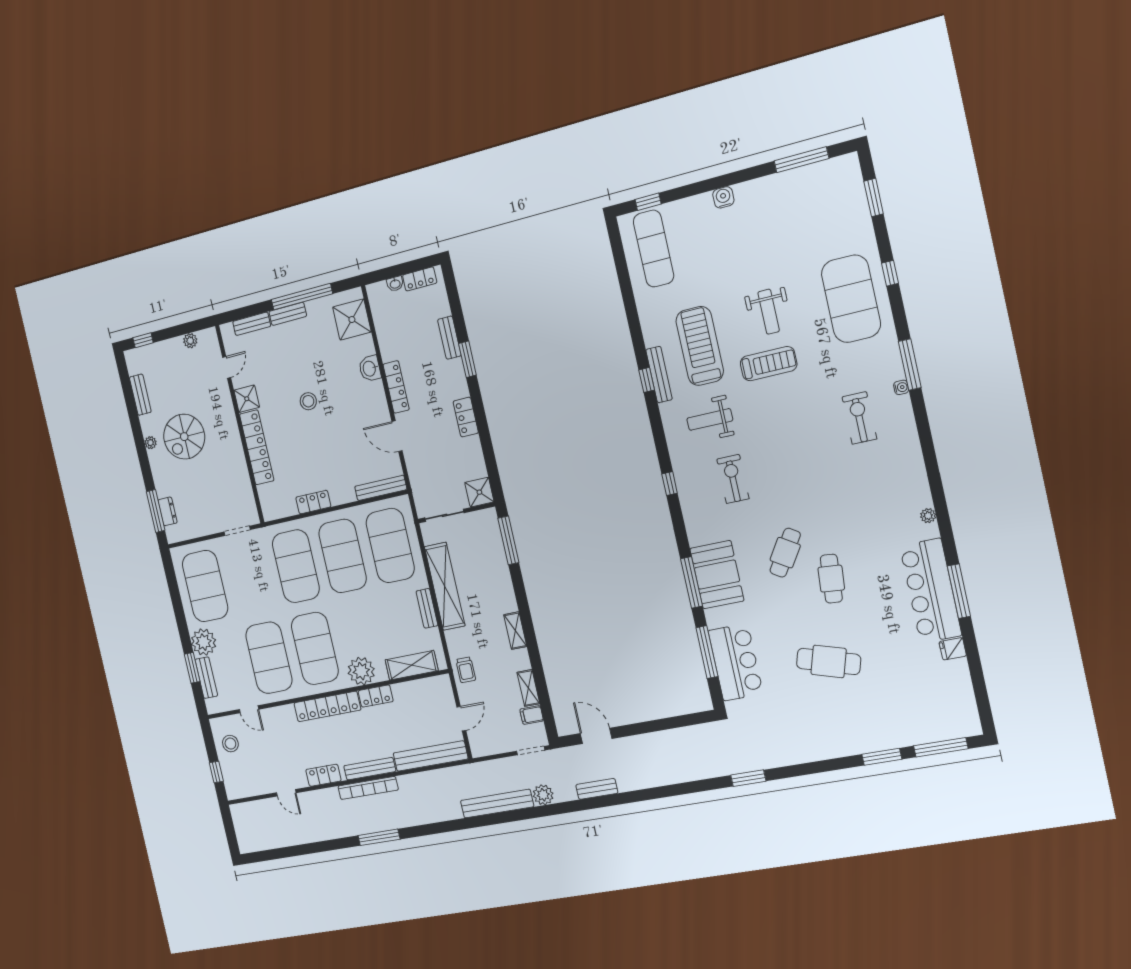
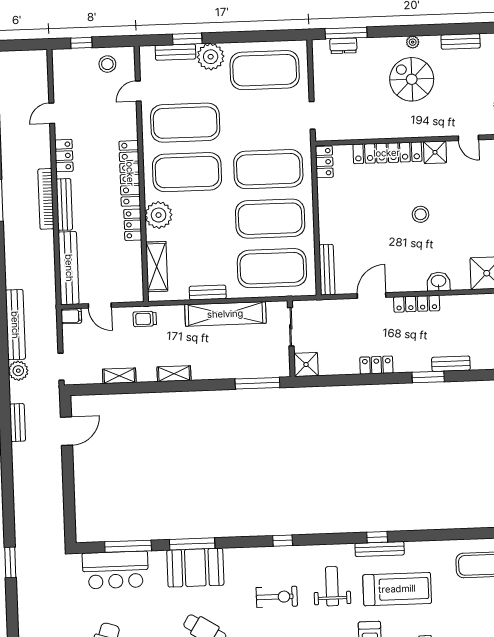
locker: (313, 502) -> (324, 162), moved
filing cabinet: (532, 715) -> (71, 316), moved, turned 90

